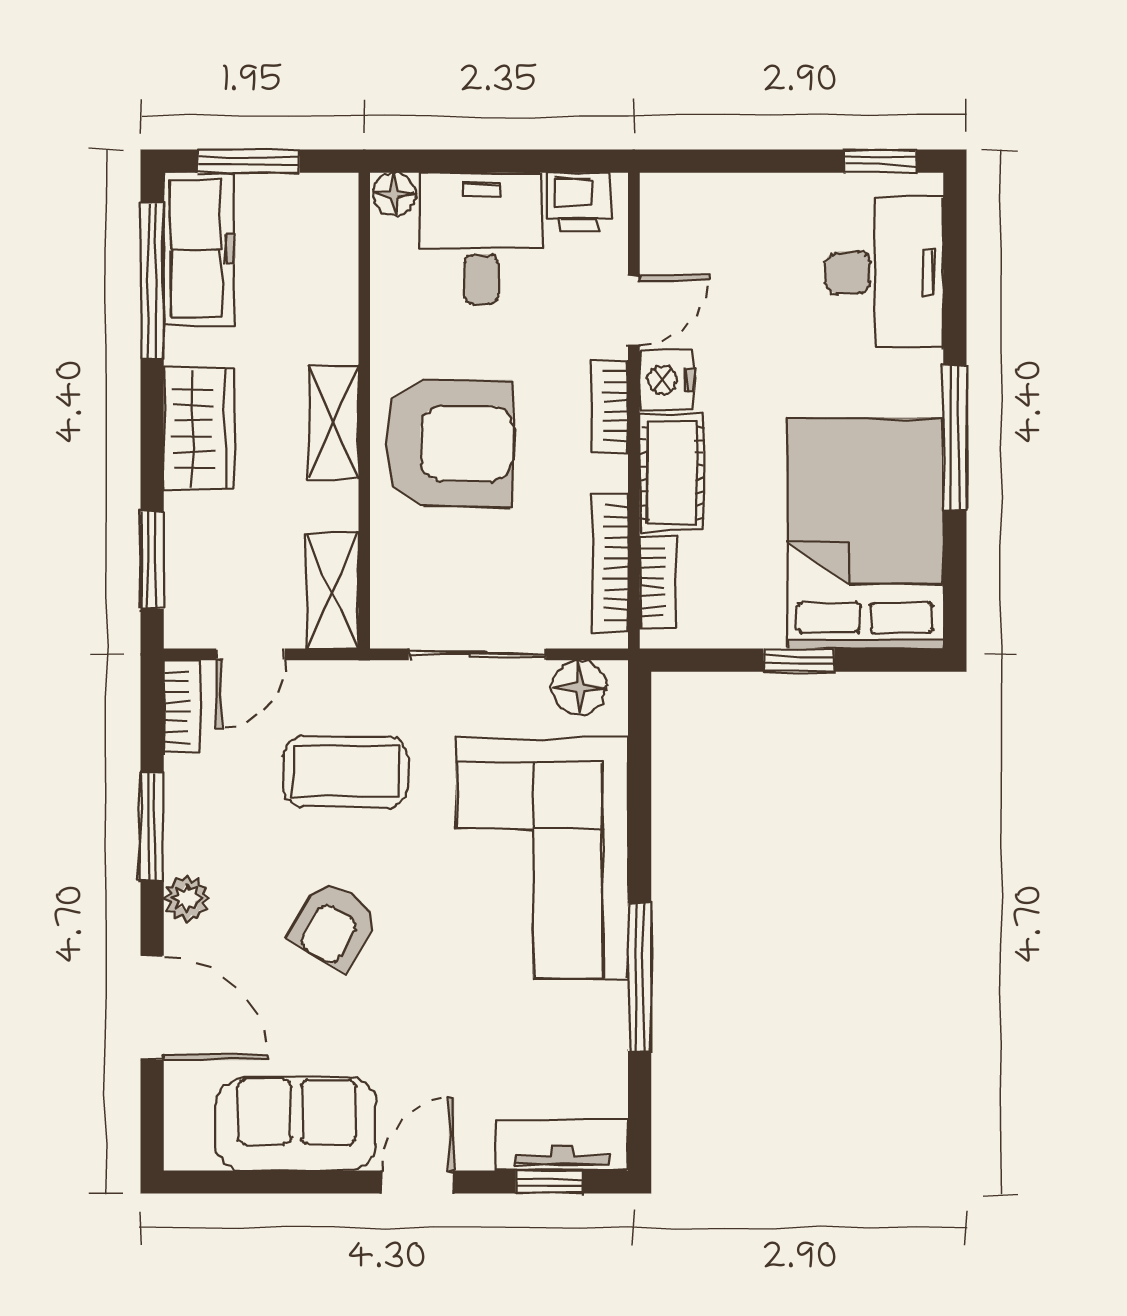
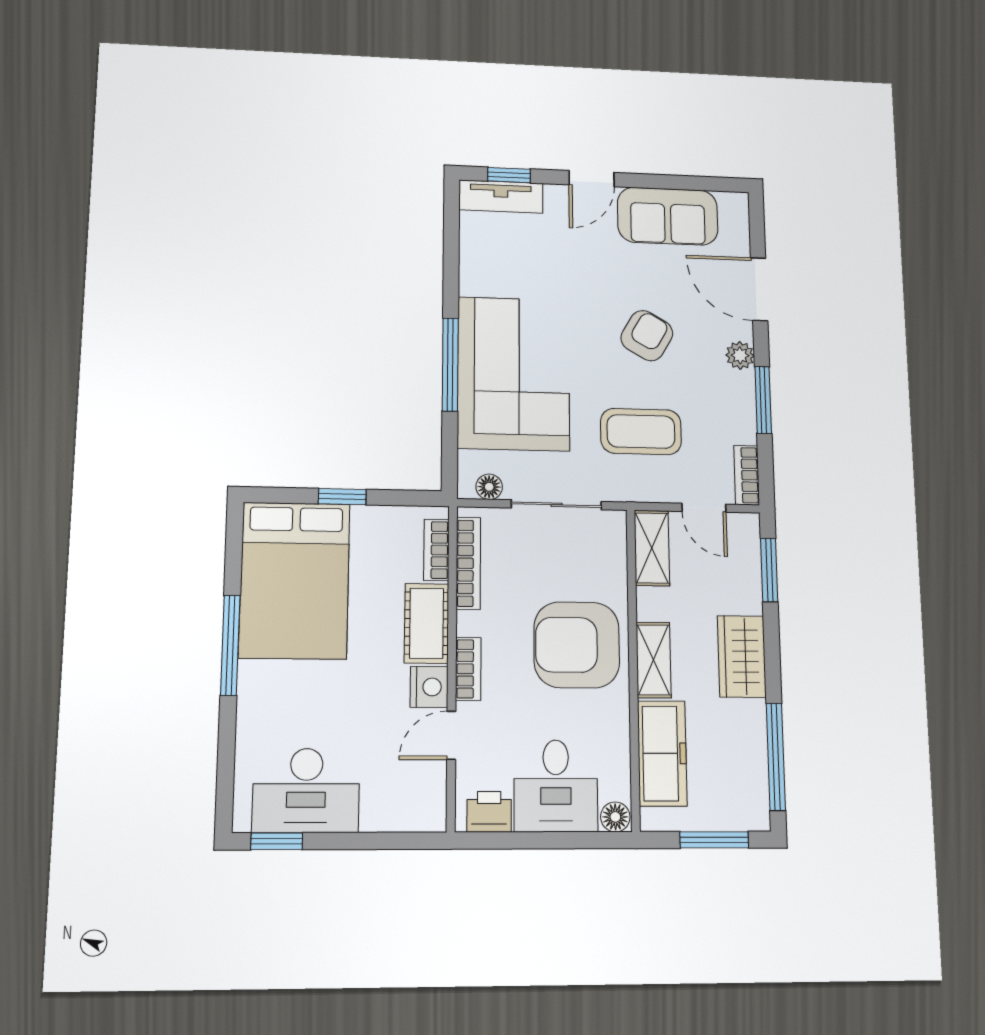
freezer: (199, 249) -> (662, 753), moved, turned 180
desk: (885, 272) -> (306, 790), moved, turned -90
door: (251, 654) -> (704, 508), swing flipped
floor lamp: (580, 687) -> (489, 487), width x0.73, depth x0.73
window: (640, 977) -> (450, 364), moved

